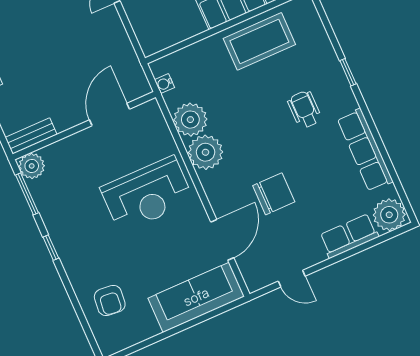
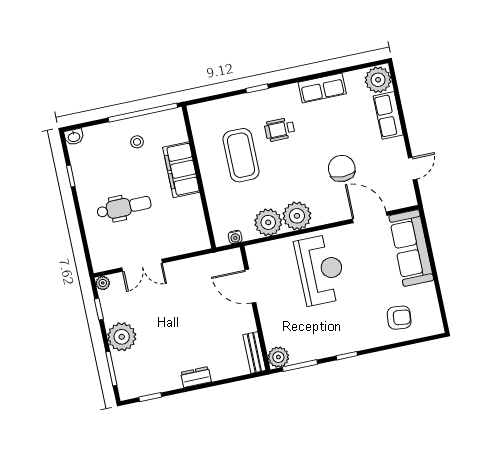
coffee table: (259, 41) -> (241, 155), moved
row of seats: (365, 150) -> (322, 88), width x0.68

